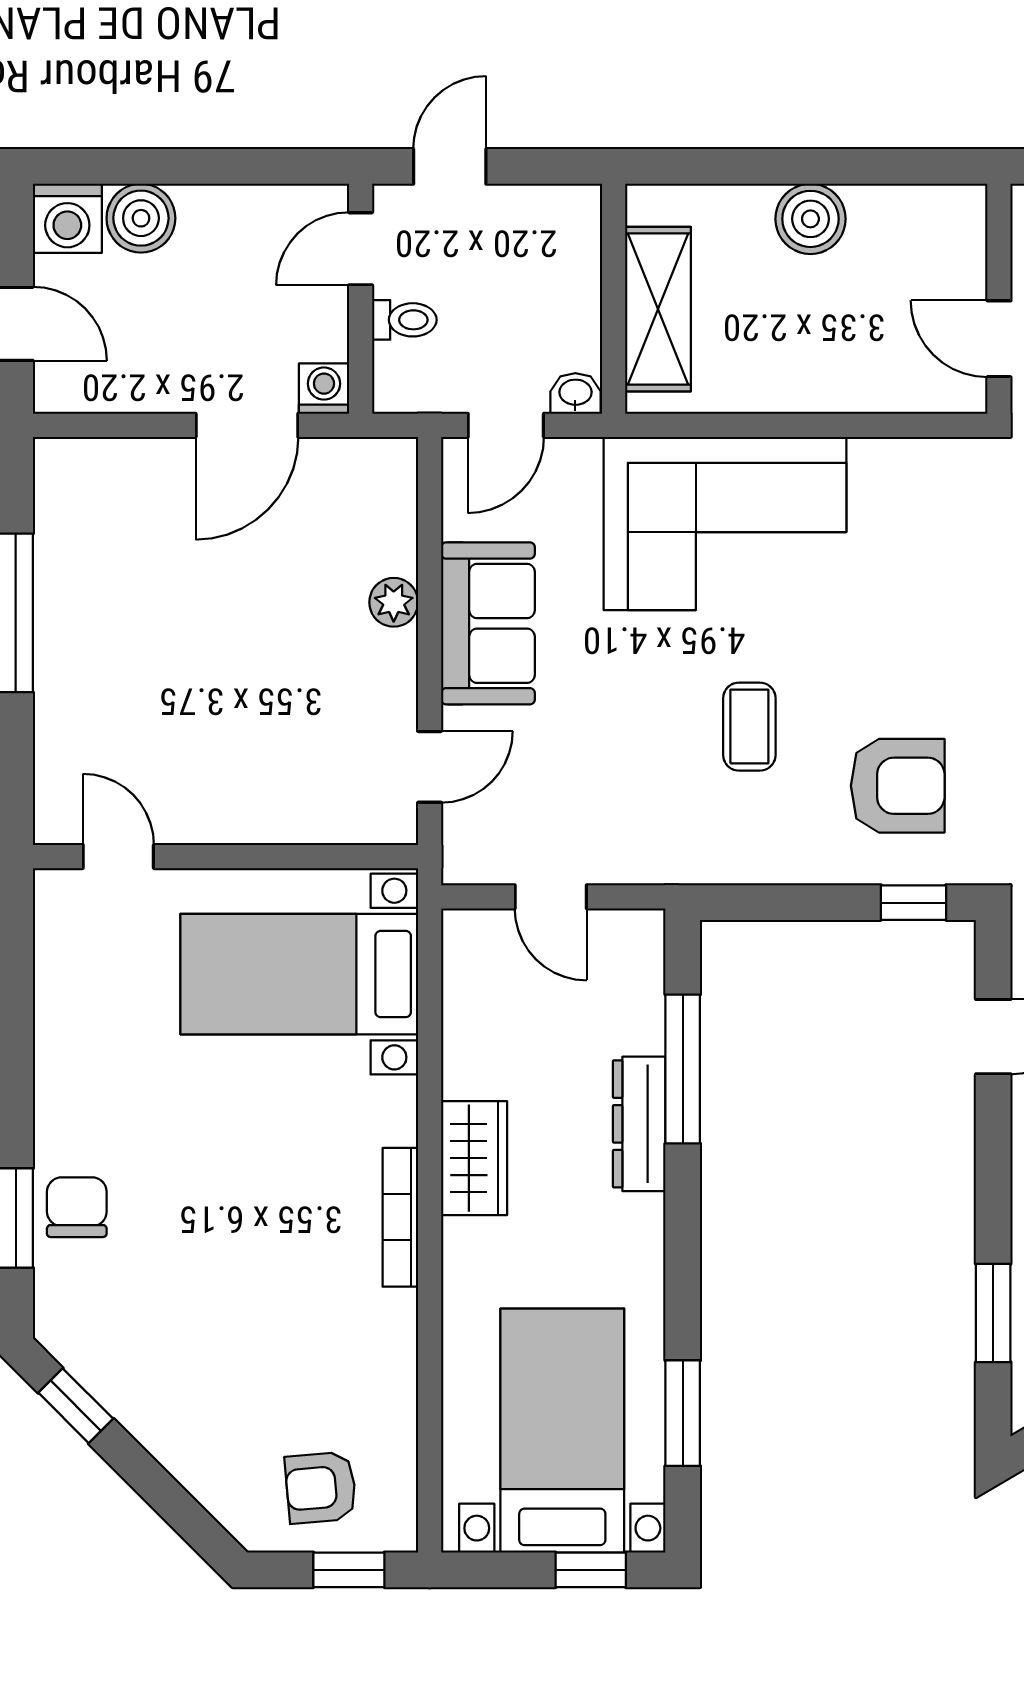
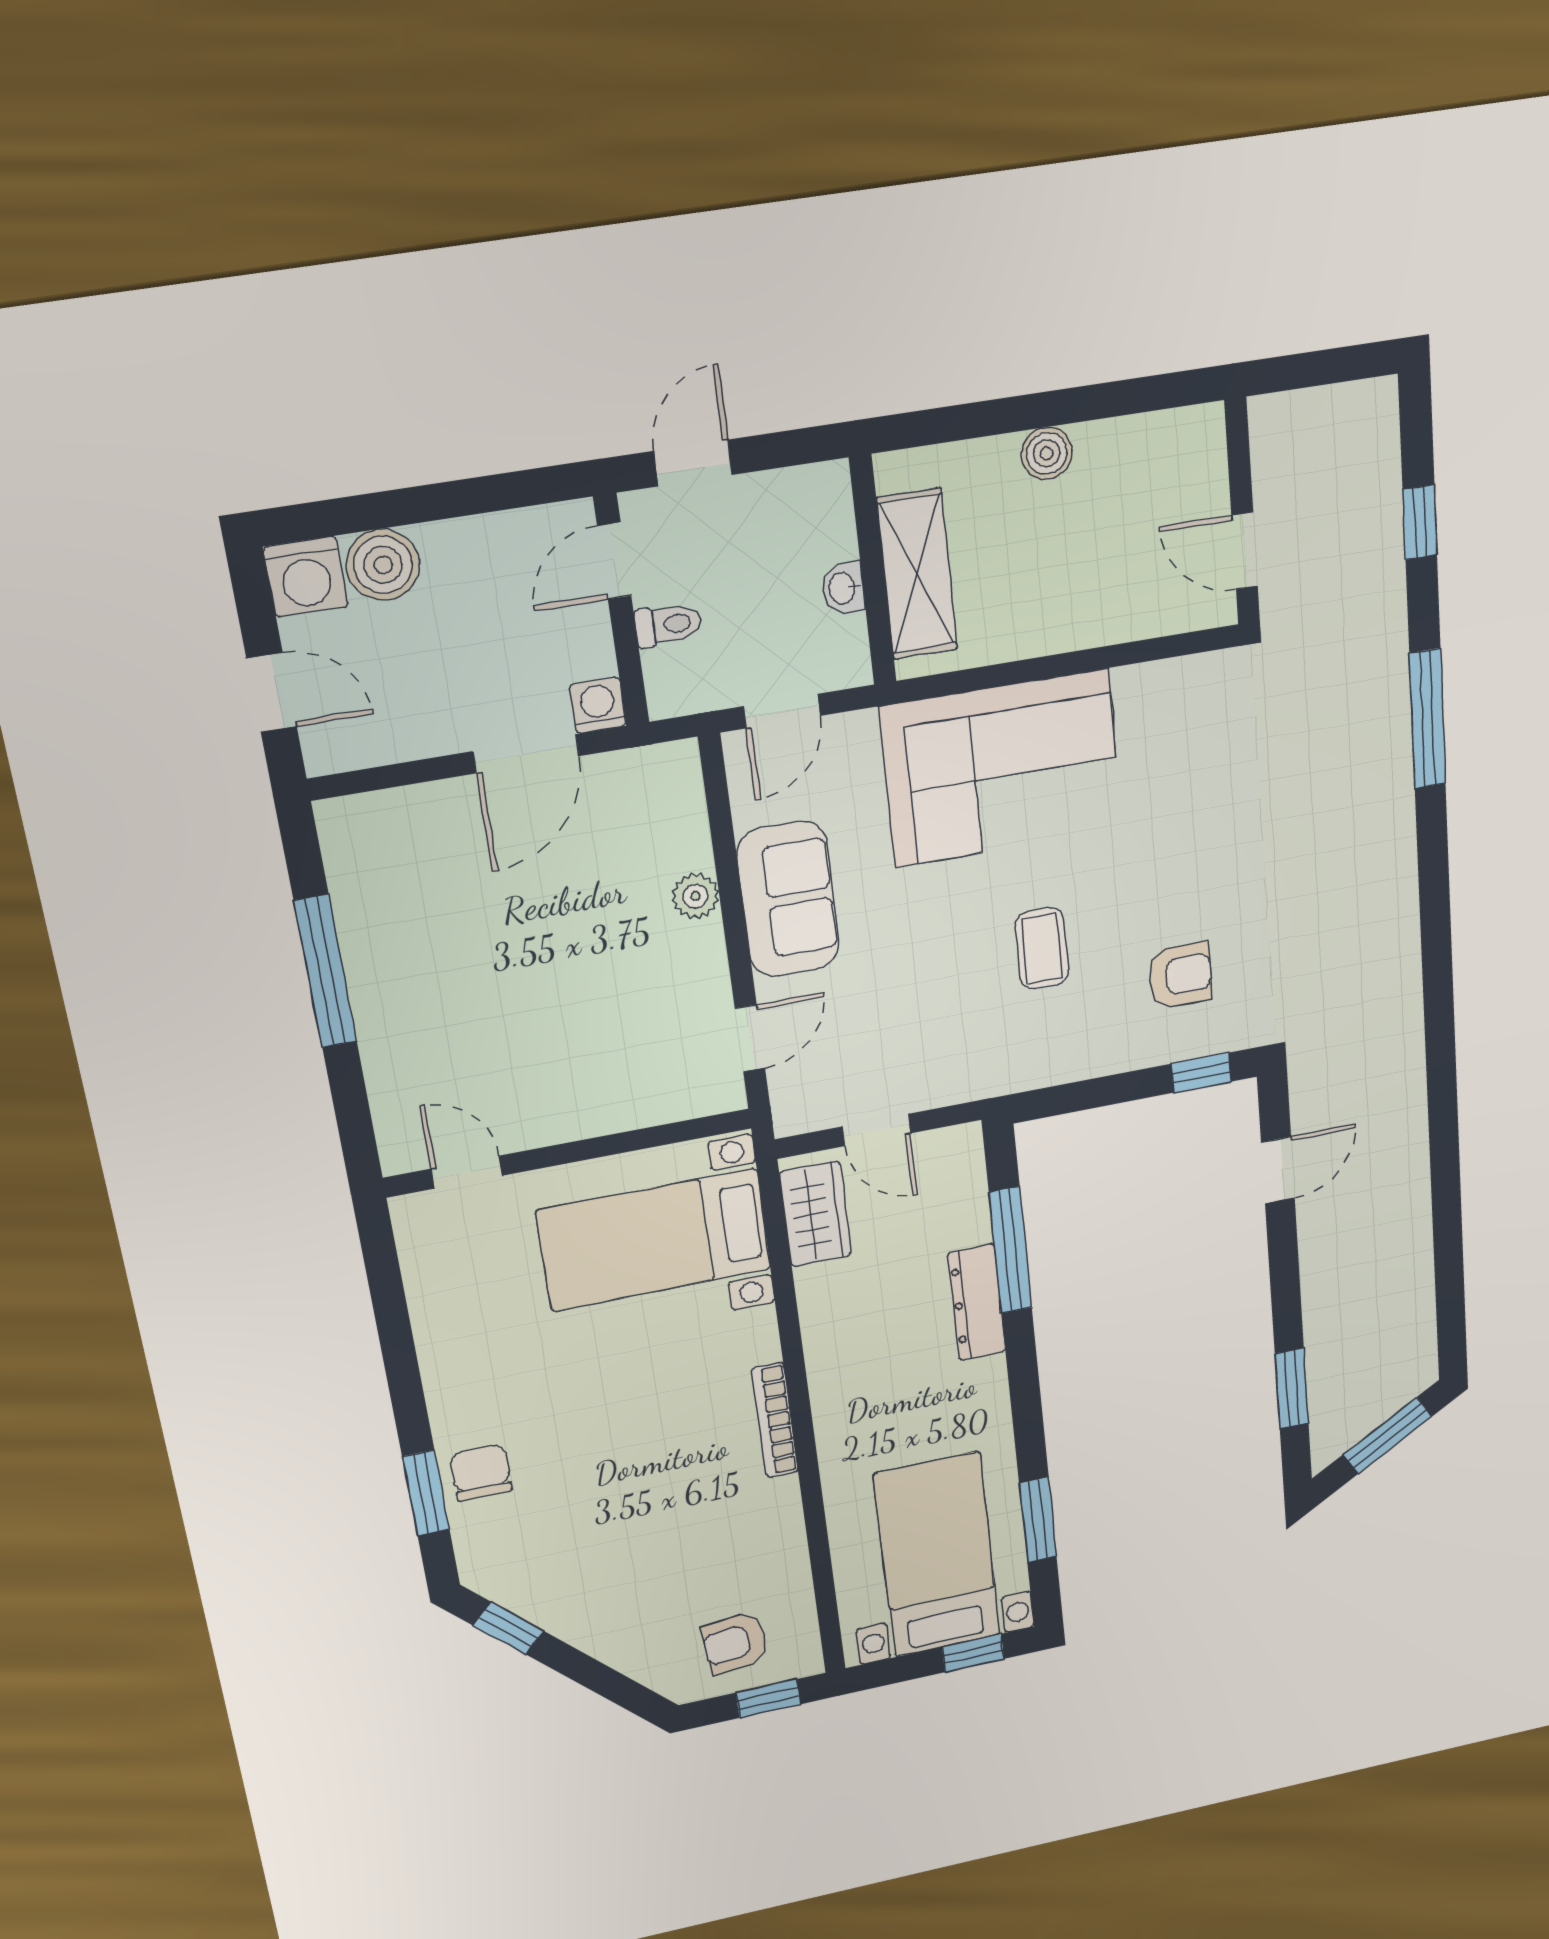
boiler: (810, 219) -> (1047, 453), width x0.73, depth x0.73
washbasin: (575, 393) -> (843, 588), moved, turned -90
armchair: (898, 786) -> (1180, 975), width x0.72, depth x0.72
wardrobe: (474, 1158) -> (815, 1214), moved

